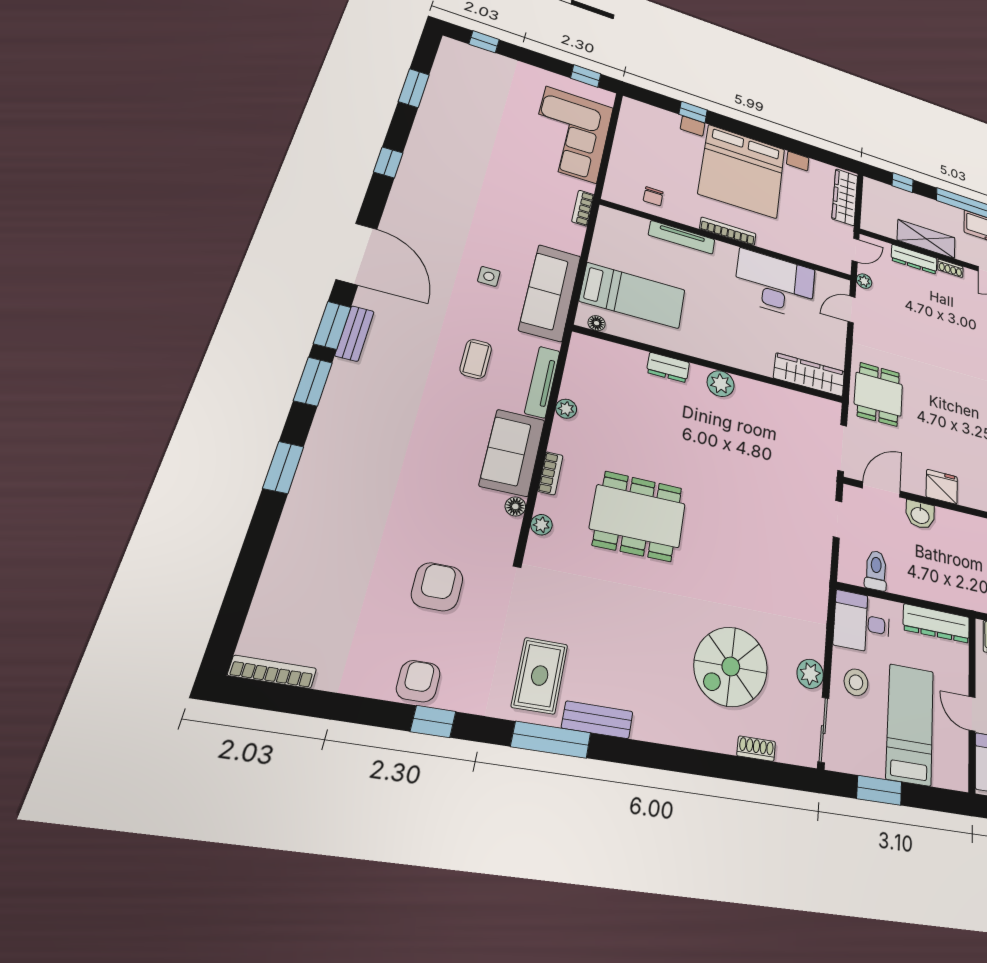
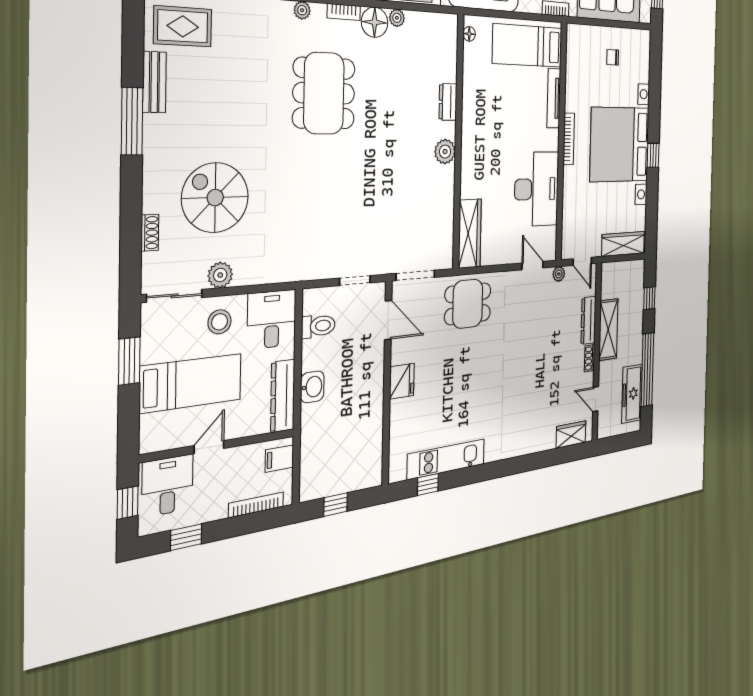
window: (693, 112) -> (653, 155), moved
chair: (653, 196) -> (613, 57), moved
bed: (633, 295) -> (528, 46), moved, turned 90
floor lamp: (567, 437) -> (375, 22), added
washbasin: (920, 515) -> (312, 387), moved, turned 180
window: (551, 740) -> (132, 121), moved

